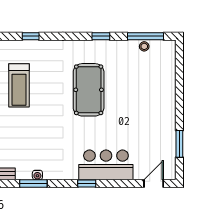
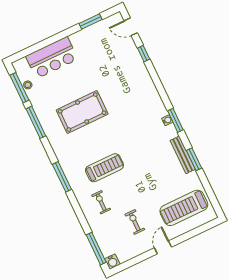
window: (31, 36) -> (62, 177), width x2.17
window: (101, 36) -> (36, 122), width x2.17
bar counter: (106, 165) -> (52, 58), moved, turned -90
window: (87, 183) -> (144, 54), moved

